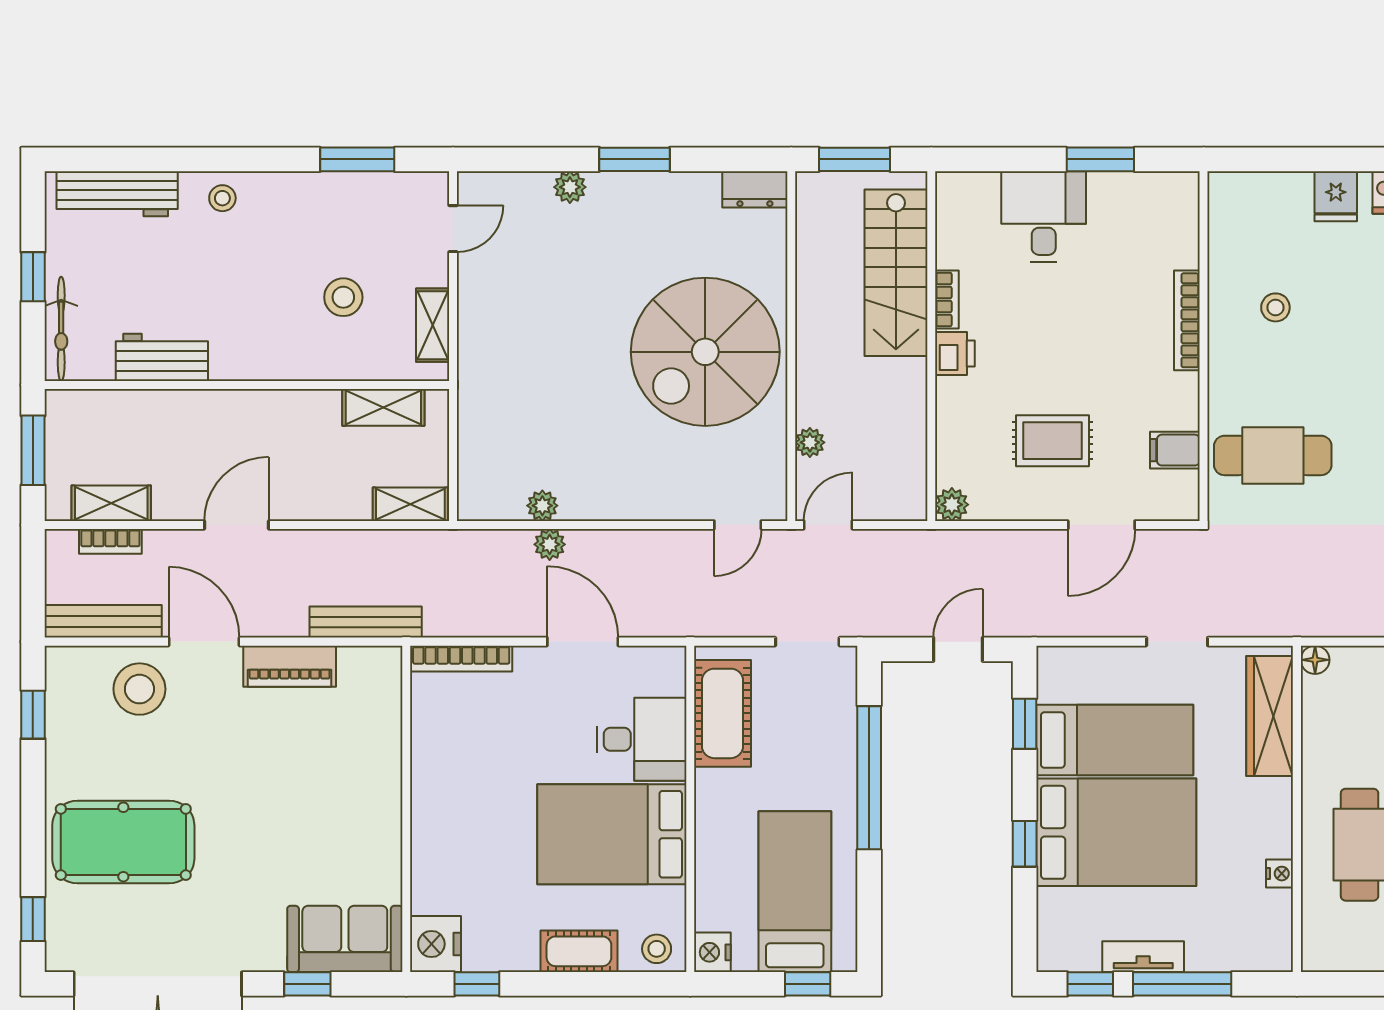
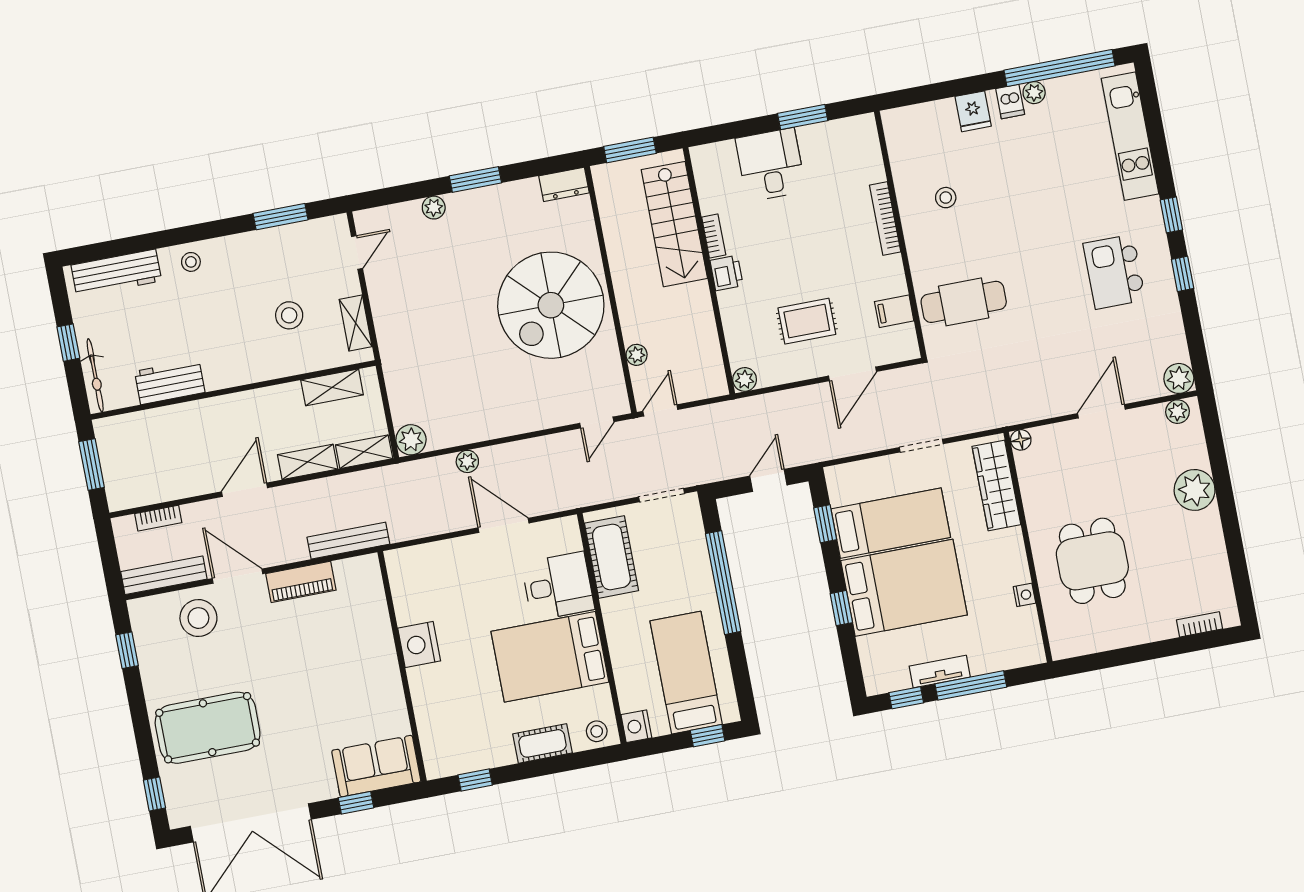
shelving: (111, 503) -> (308, 462), moved
plant: (542, 506) -> (411, 440), moved, width x1.38, depth x1.38
bookcase: (461, 659) -> (420, 554), removed
nightstand: (435, 944) -> (419, 644), moved

